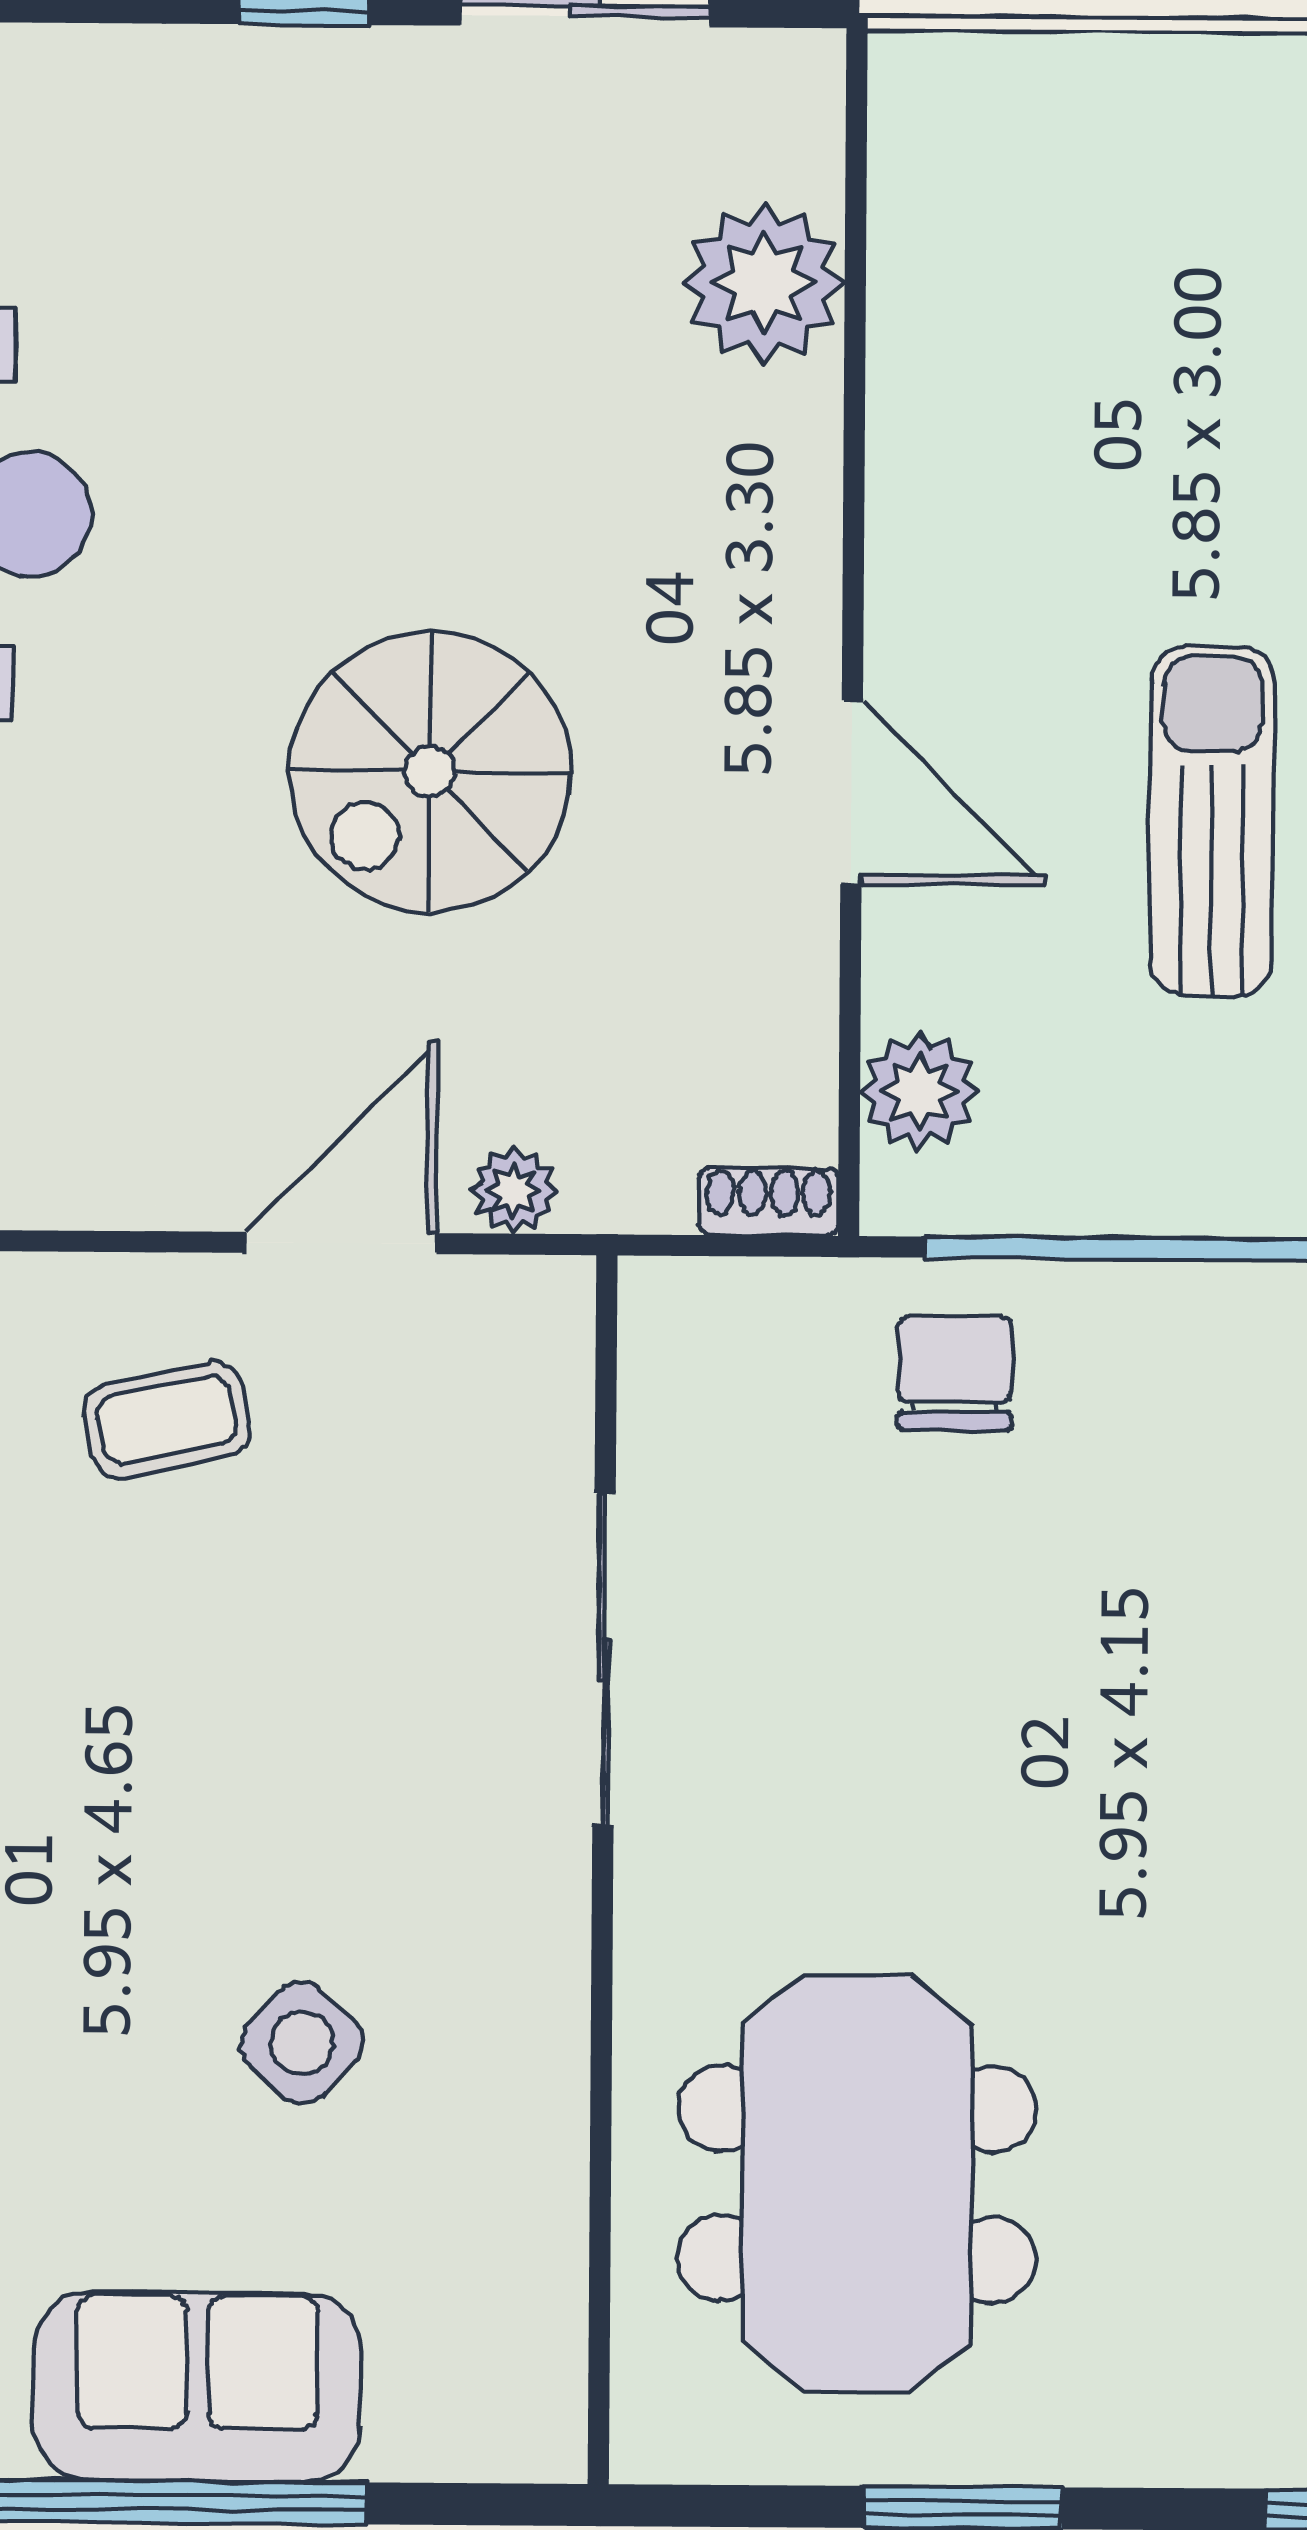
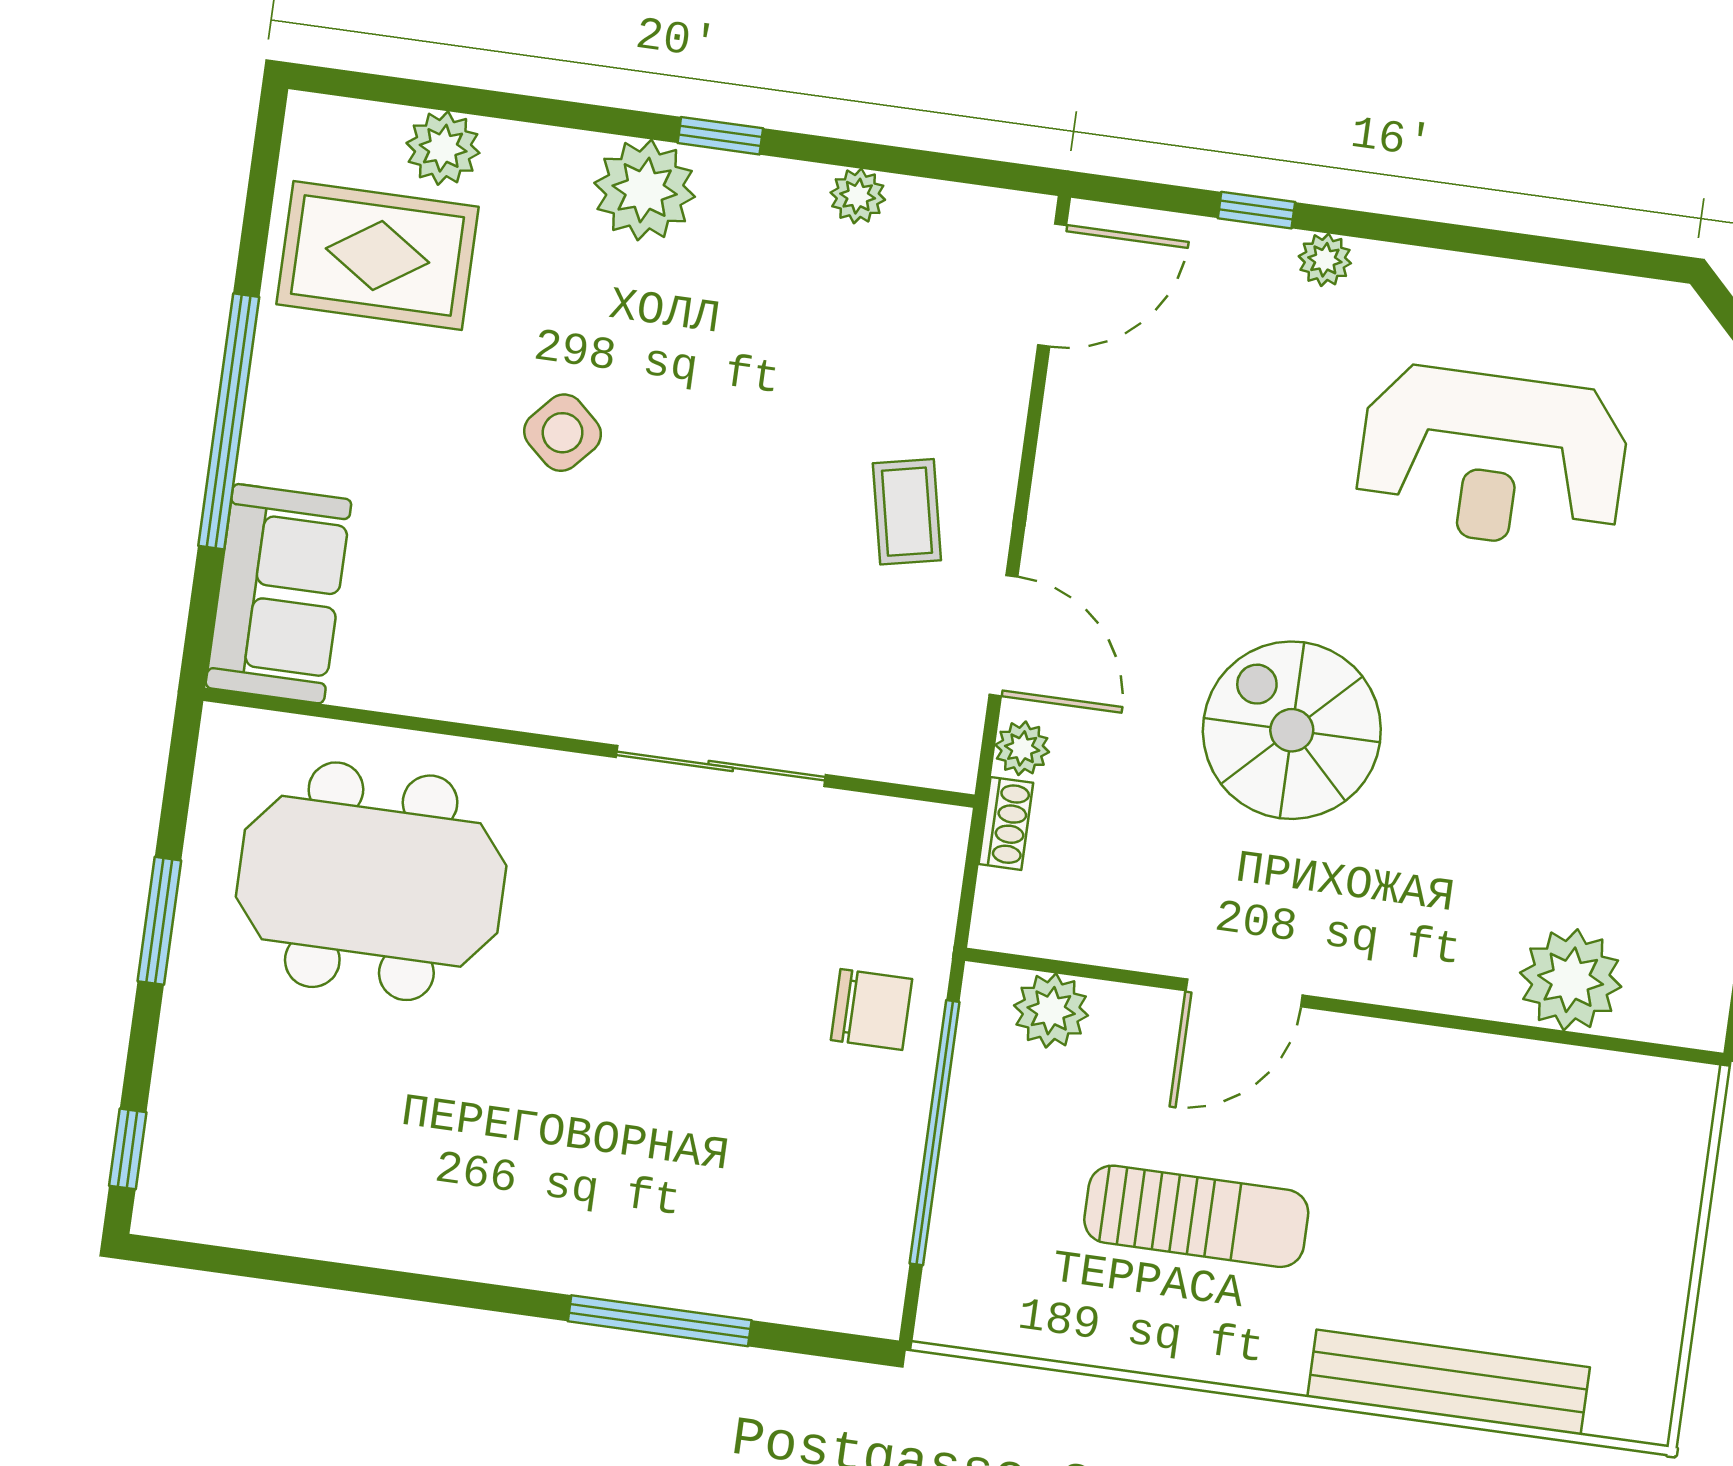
shoe rack: (768, 1202) -> (1006, 823), moved
side table: (302, 2043) -> (563, 433), moved
sofa: (198, 2387) -> (278, 594), moved

